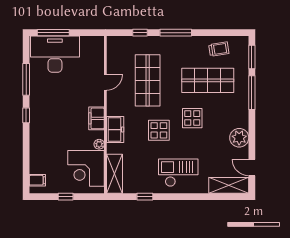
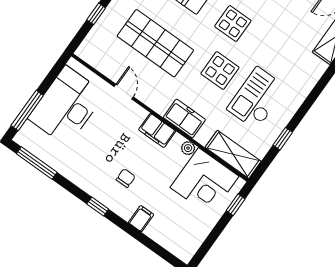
desk: (55, 54) -> (67, 106), moved
window: (26, 79) -> (37, 163), moved
chair: (55, 120) -> (126, 178), added
checkout: (178, 173) -> (257, 98), moved
filing cabinet: (37, 180) -> (141, 219), moved
window: (66, 197) -> (236, 205), moved

